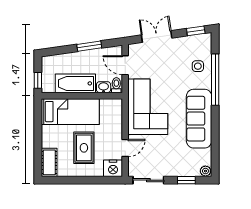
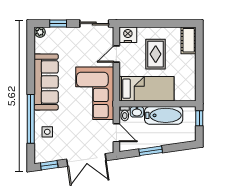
double door: (157, 37) -> (86, 160), width x1.37
bed: (70, 112) -> (147, 89), moved, turned 180

